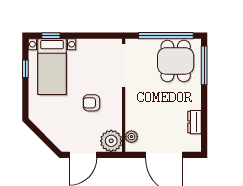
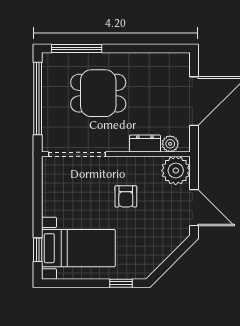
dining table: (176, 61) -> (98, 93), moved
window: (25, 69) -> (121, 283), moved
dresser: (194, 122) -> (145, 143), moved, turned 180

